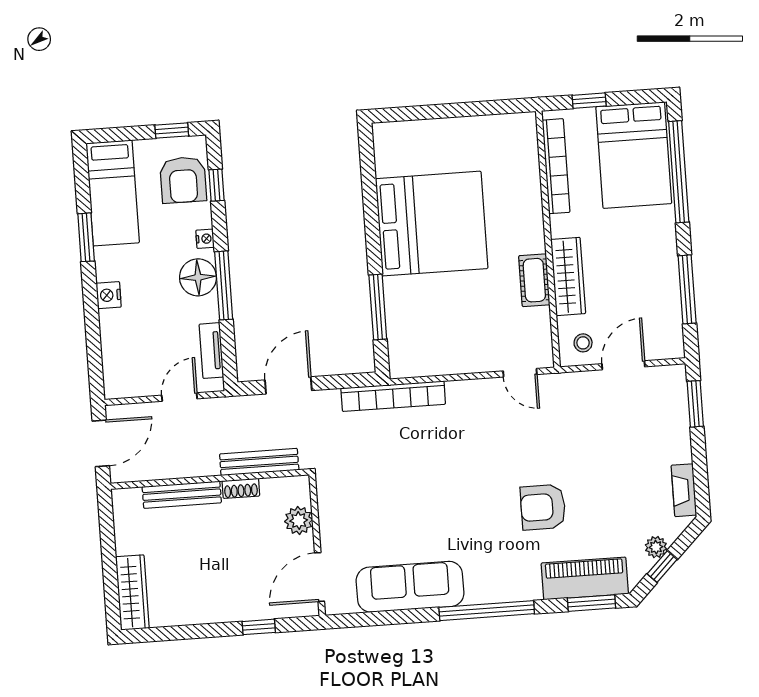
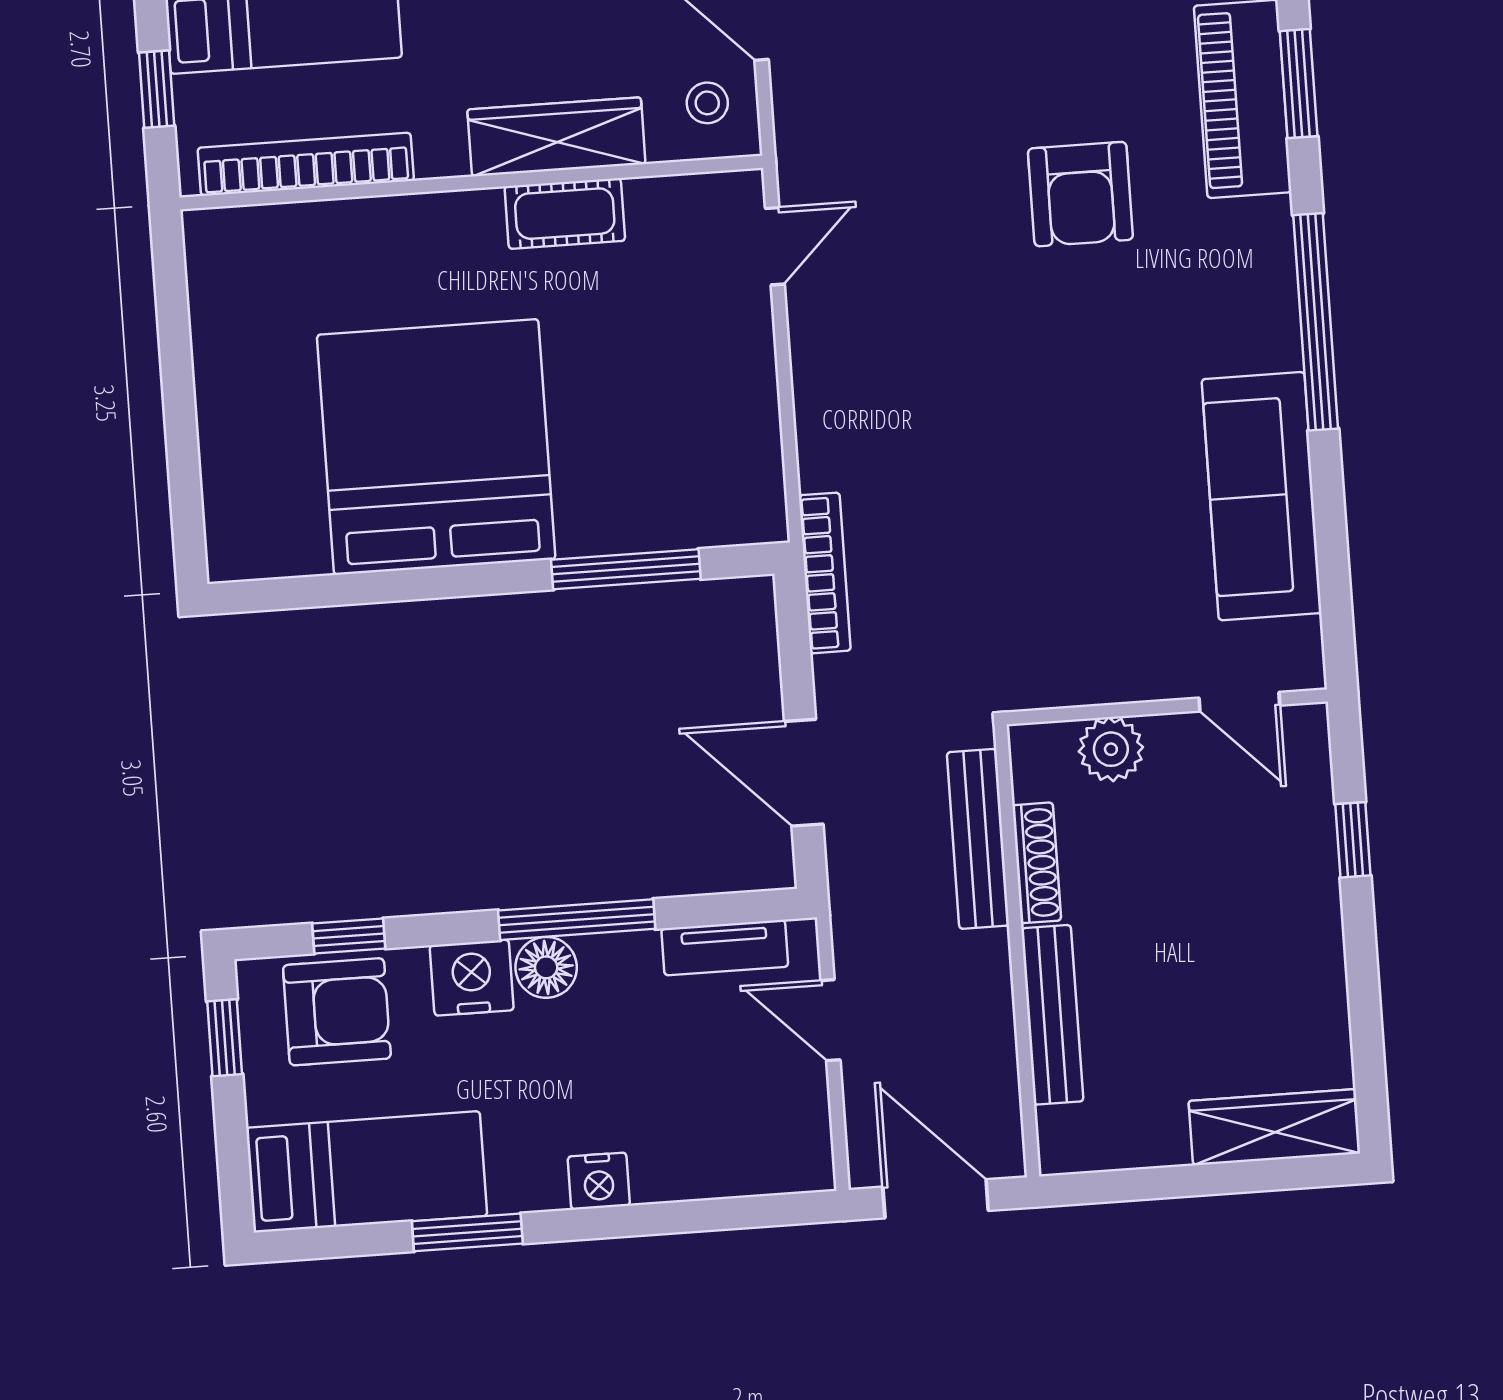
nightstand: (205, 239) -> (472, 978), width x1.89, depth x1.79
floor lamp: (198, 277) -> (546, 967), width x0.73, depth x0.73
bookcase: (393, 396) -> (825, 573), width x0.68, depth x0.76
shoe rack: (241, 488) -> (1037, 863), width x1.43
door: (320, 577) -> (1239, 702), width x0.73

